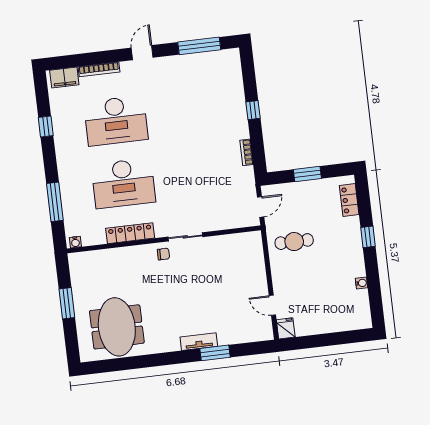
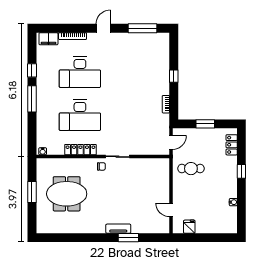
window: (55, 202) -> (32, 99), moved
meeting table: (117, 327) -> (67, 194), moved, turned 90
fridge: (286, 328) -> (189, 227), moved

